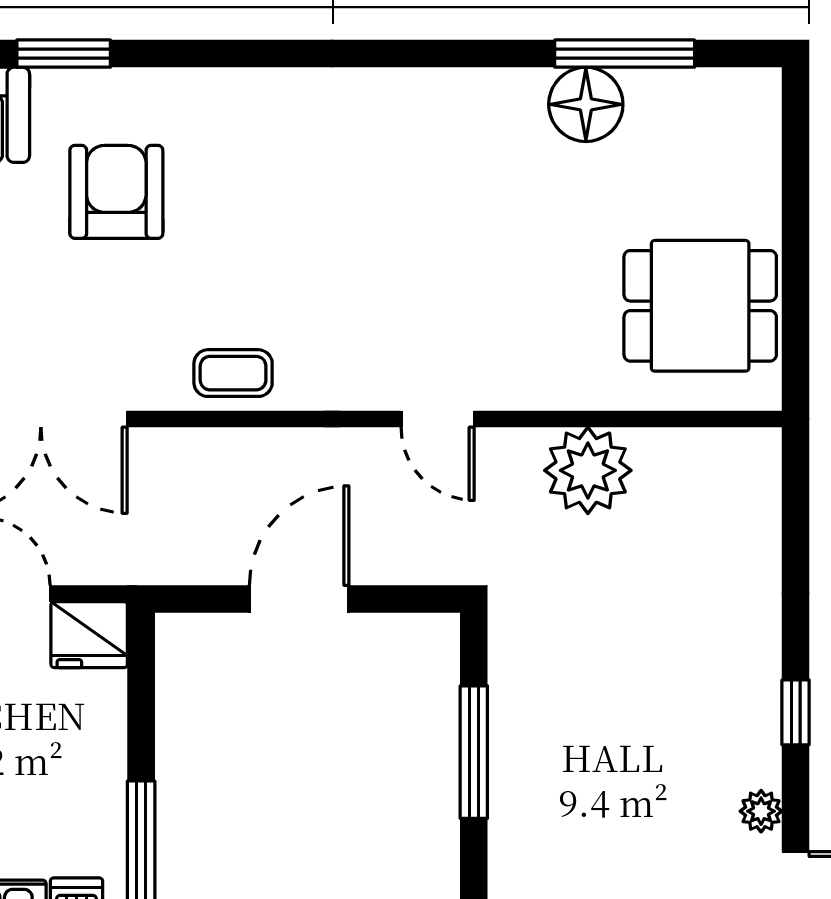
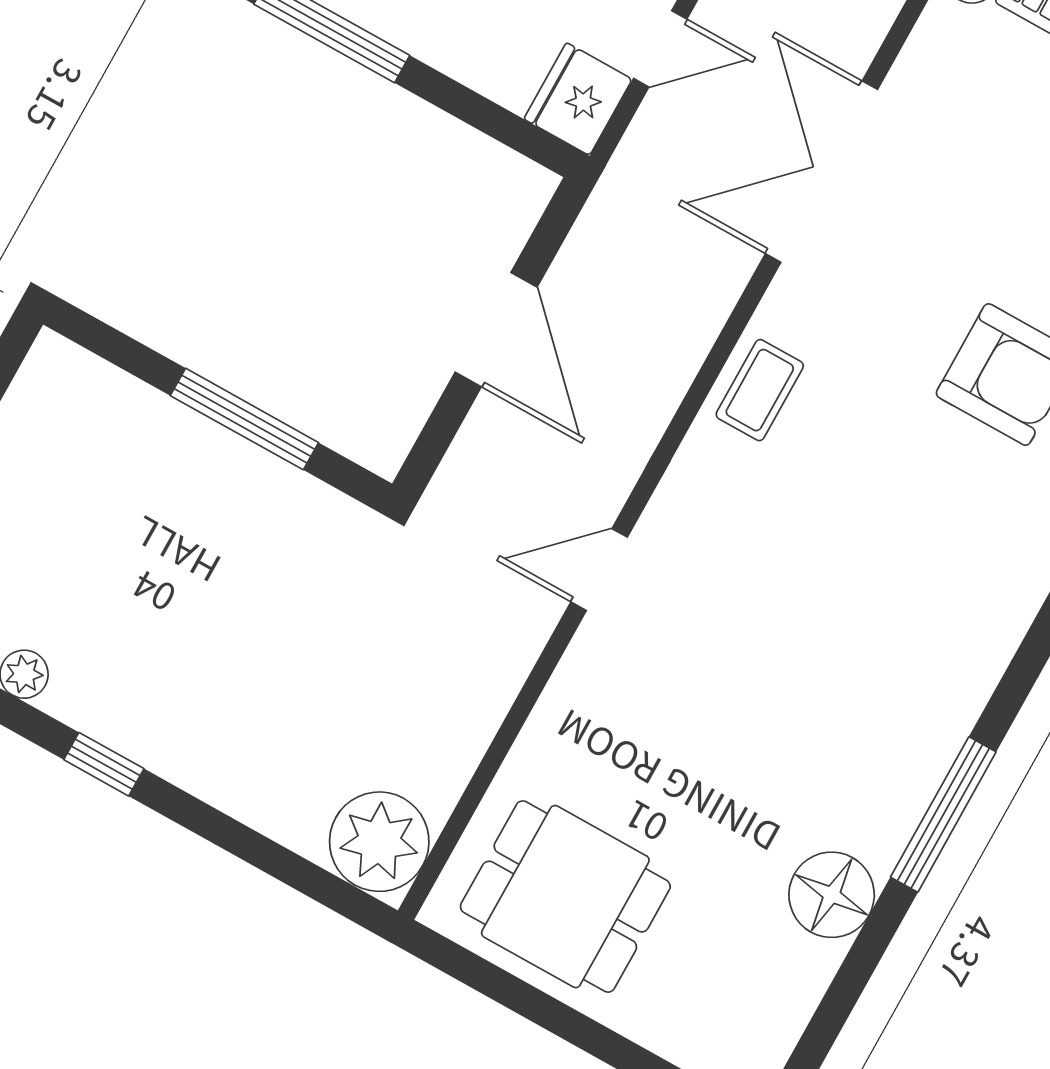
window: (625, 54) -> (943, 815), moved
dining table: (700, 306) -> (565, 897), turned 90
plant: (588, 470) -> (379, 842), moved

